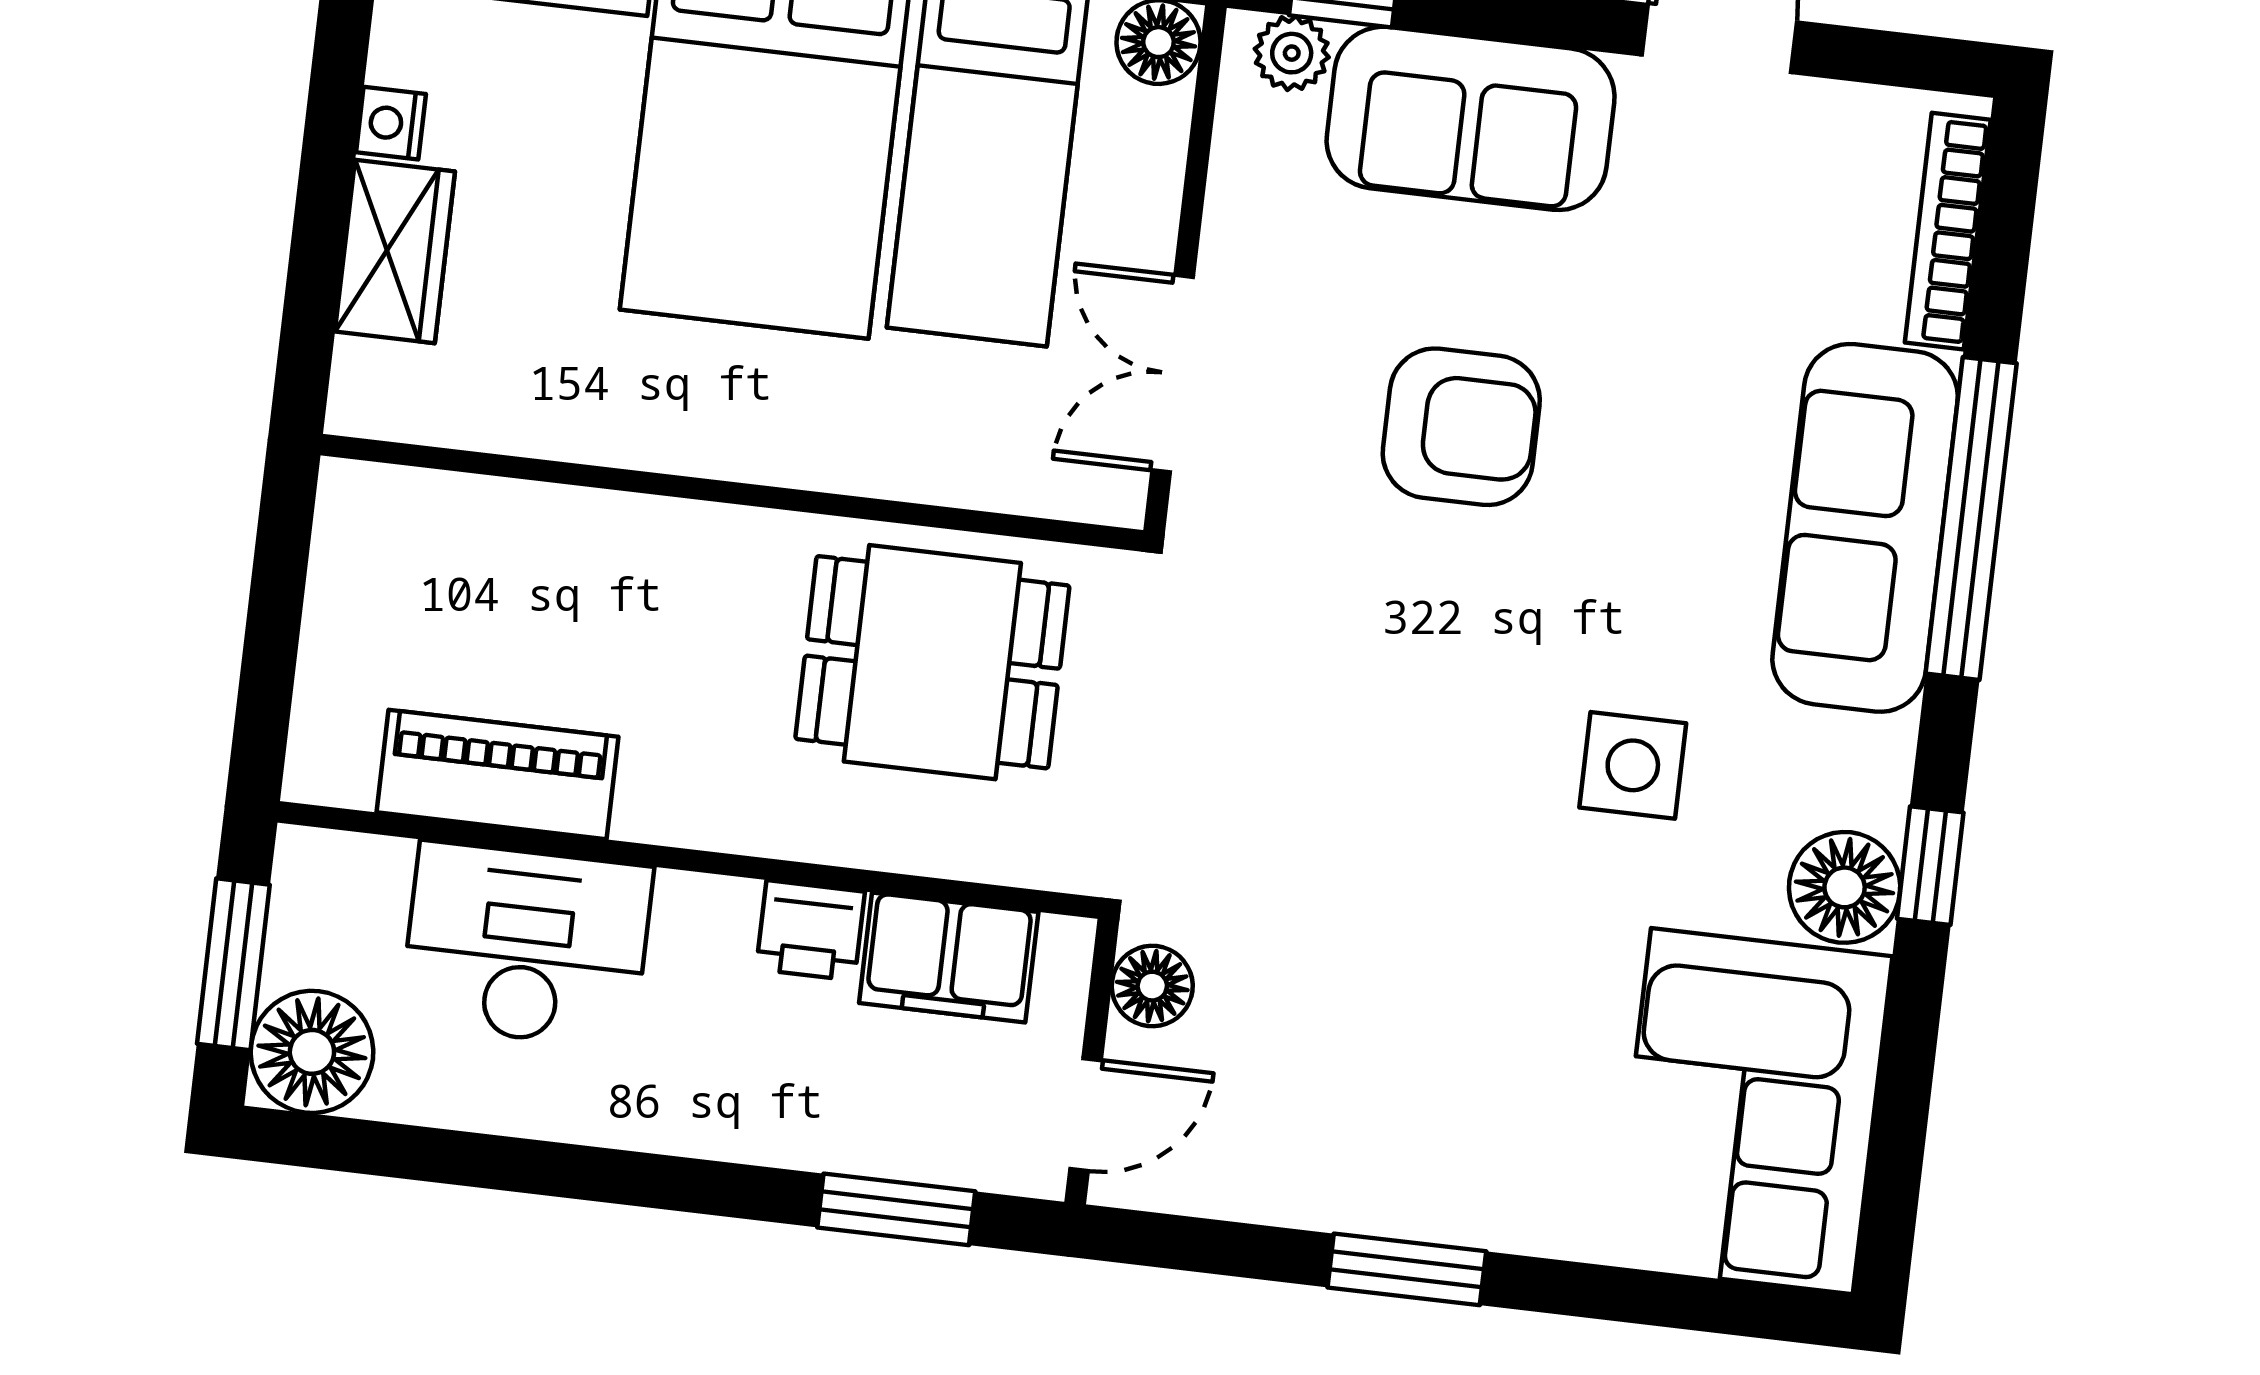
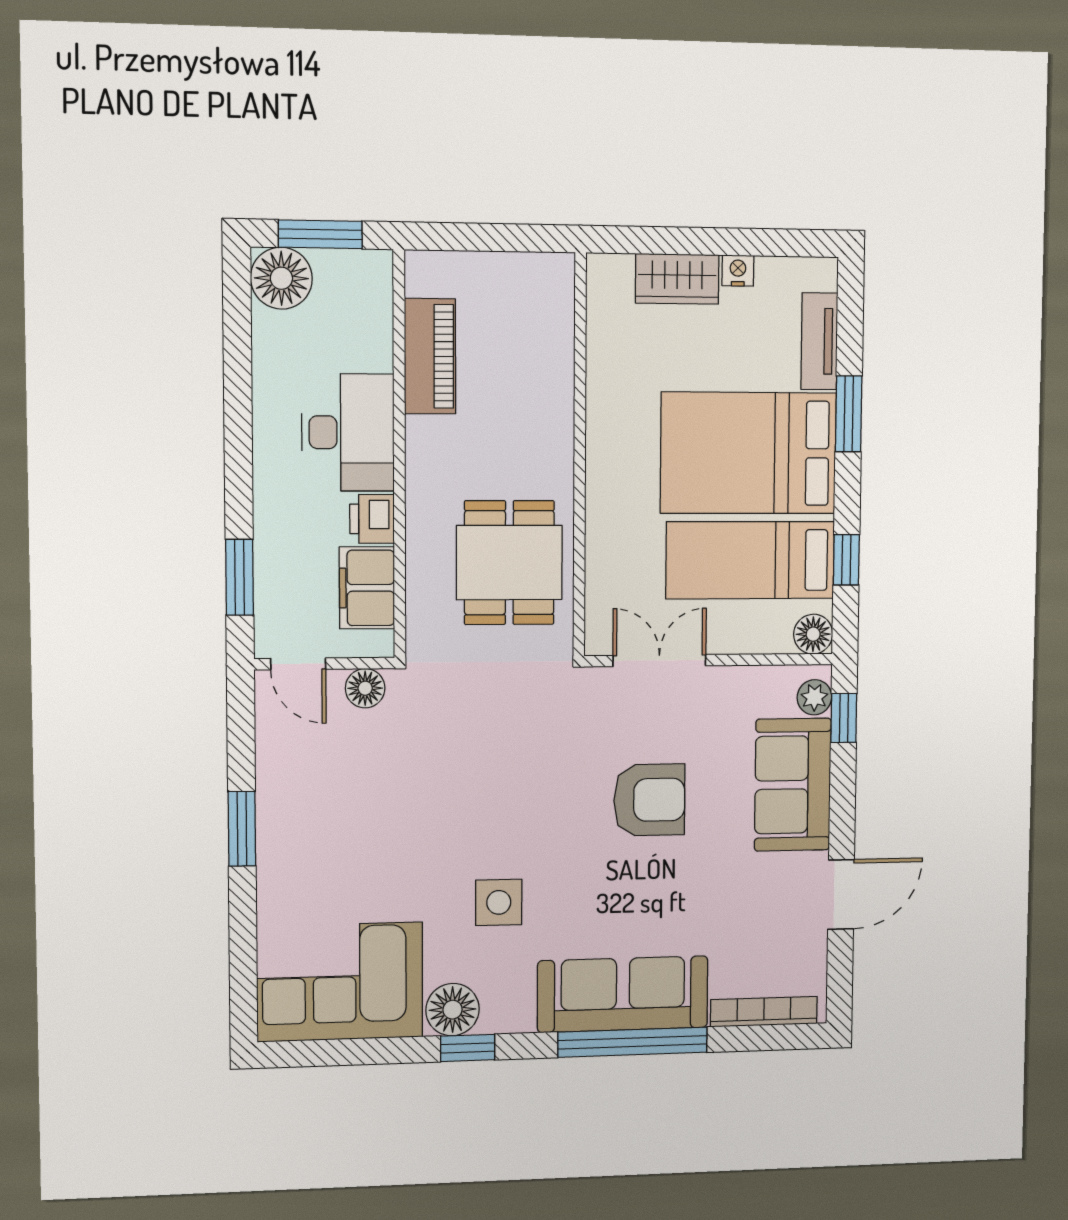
armchair: (1461, 427) -> (649, 800), turned -90
desk: (526, 945) -> (348, 432), moved

